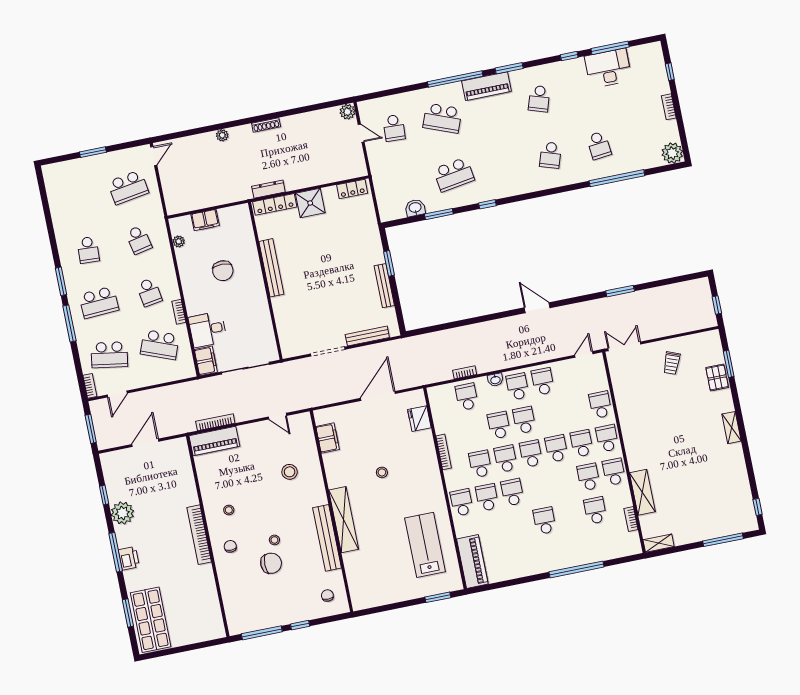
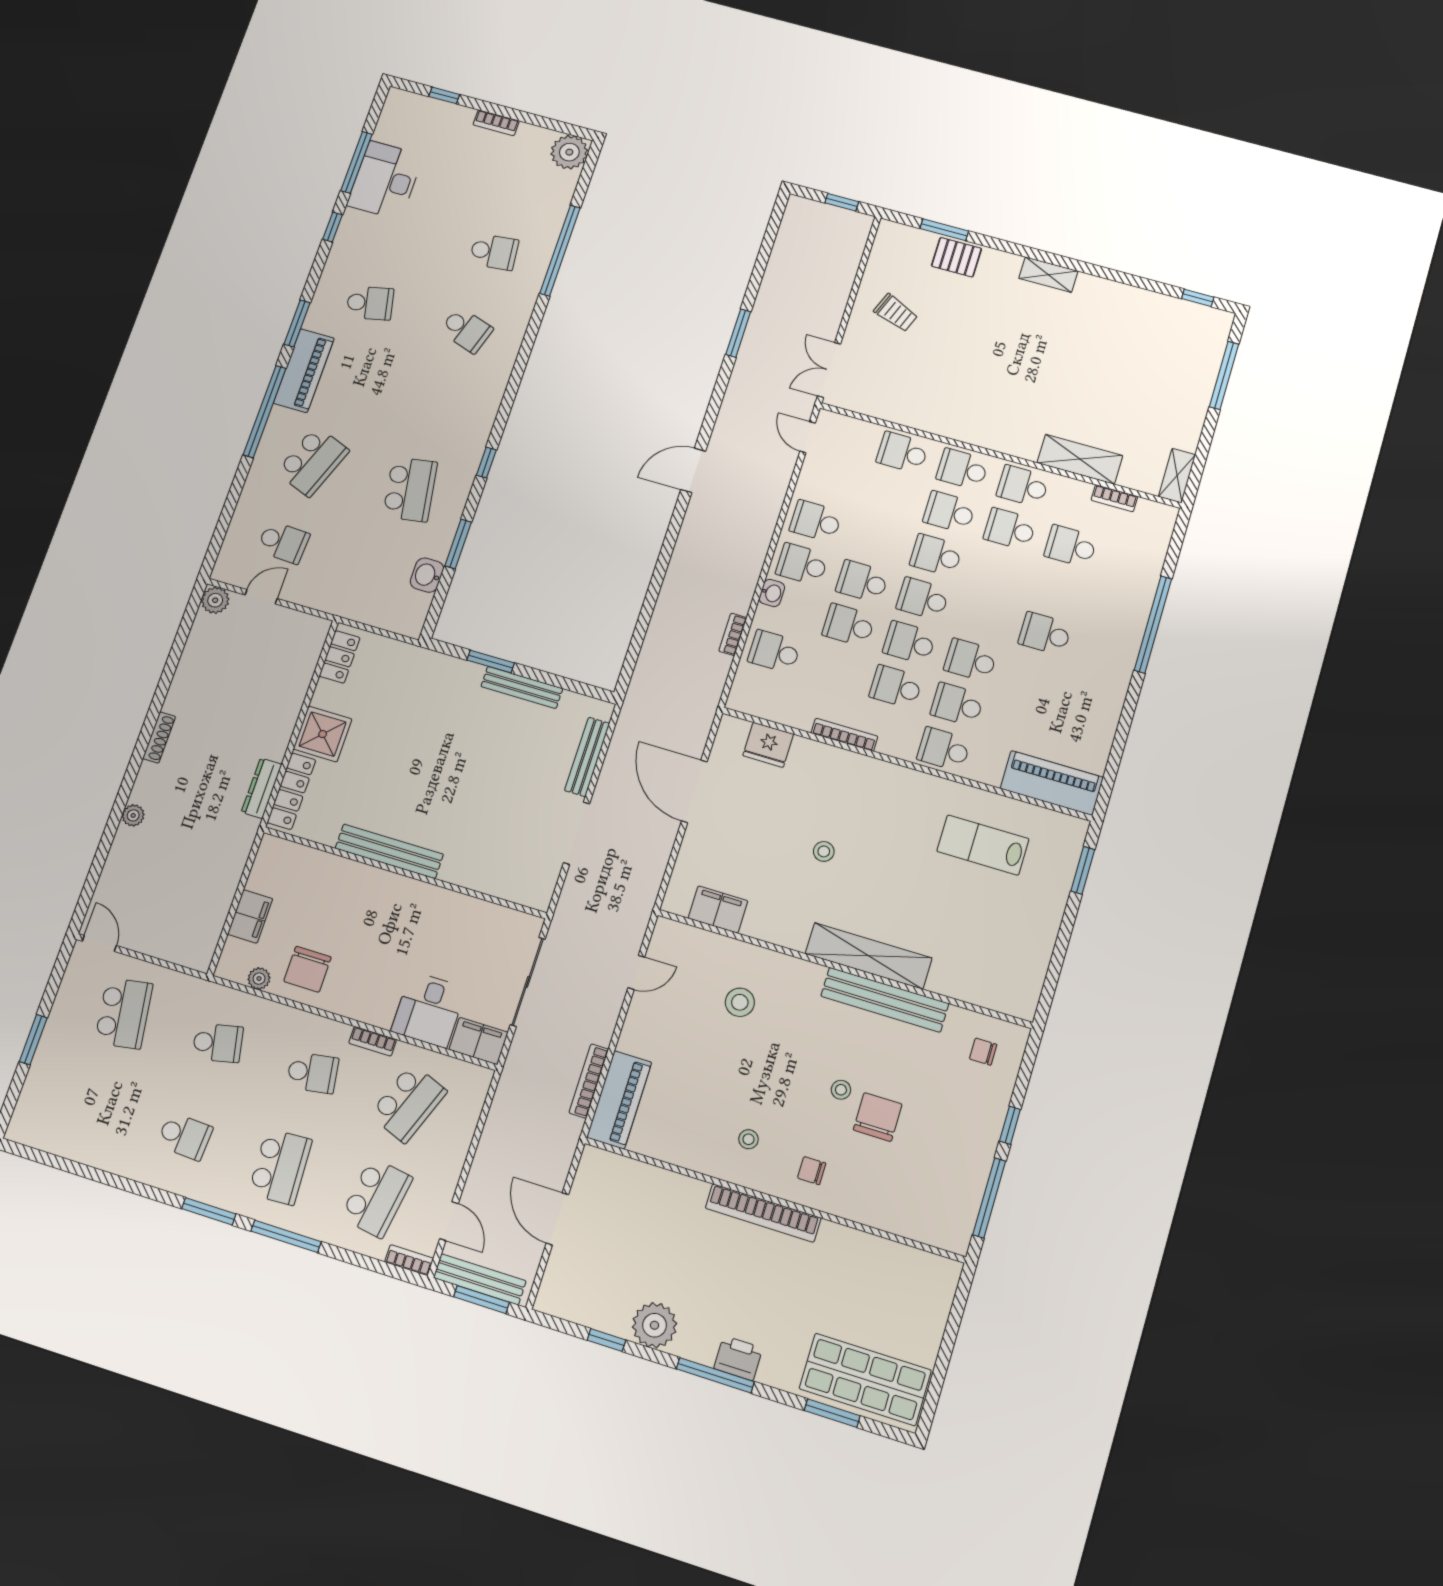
school desk: (539, 99) -> (370, 303), turned -30
chair: (223, 271) -> (307, 969), moved, turned 90
bench: (99, 423) -> (480, 1279), added
lab bench: (425, 545) -> (983, 845), width x0.73, depth x0.72

